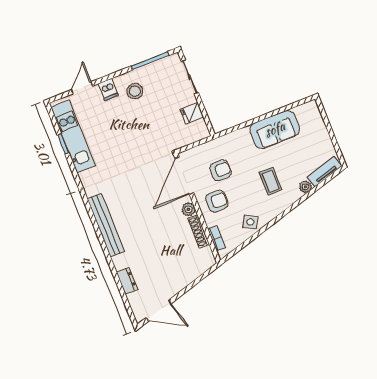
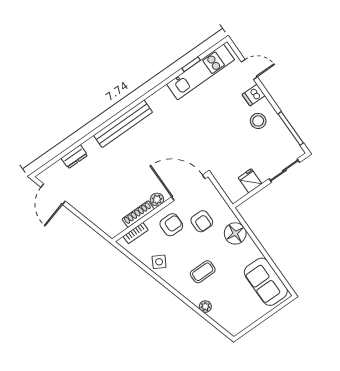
sofa: (275, 129) -> (266, 282), moved
floor lamp: (240, 140) -> (235, 233), added
tv unit: (324, 172) -> (224, 321), removed
armchair: (217, 201) -> (171, 225), turned -90

